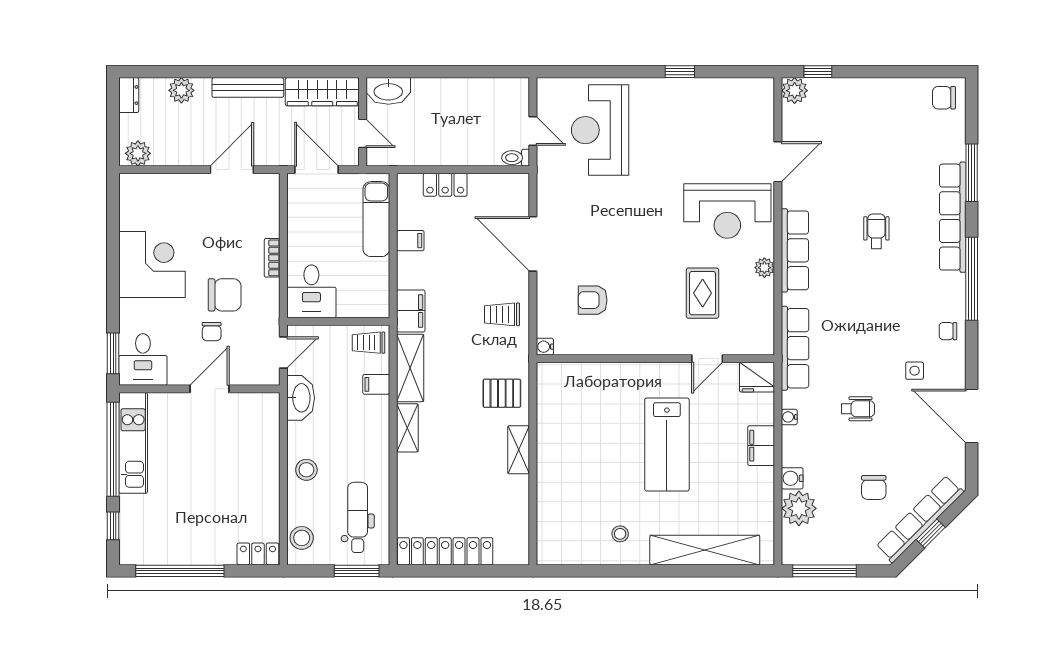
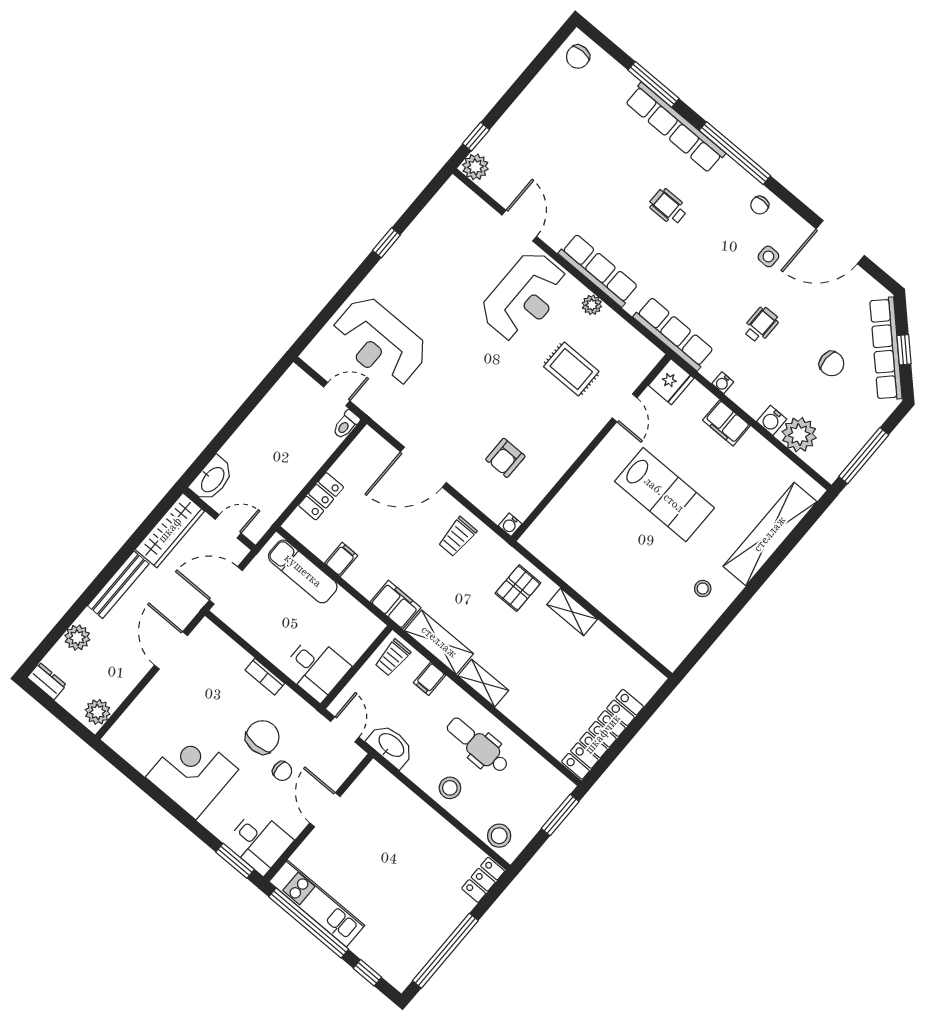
wheelchair: (876, 231) -> (668, 207), moved
dental chair: (358, 517) -> (478, 745), moved

